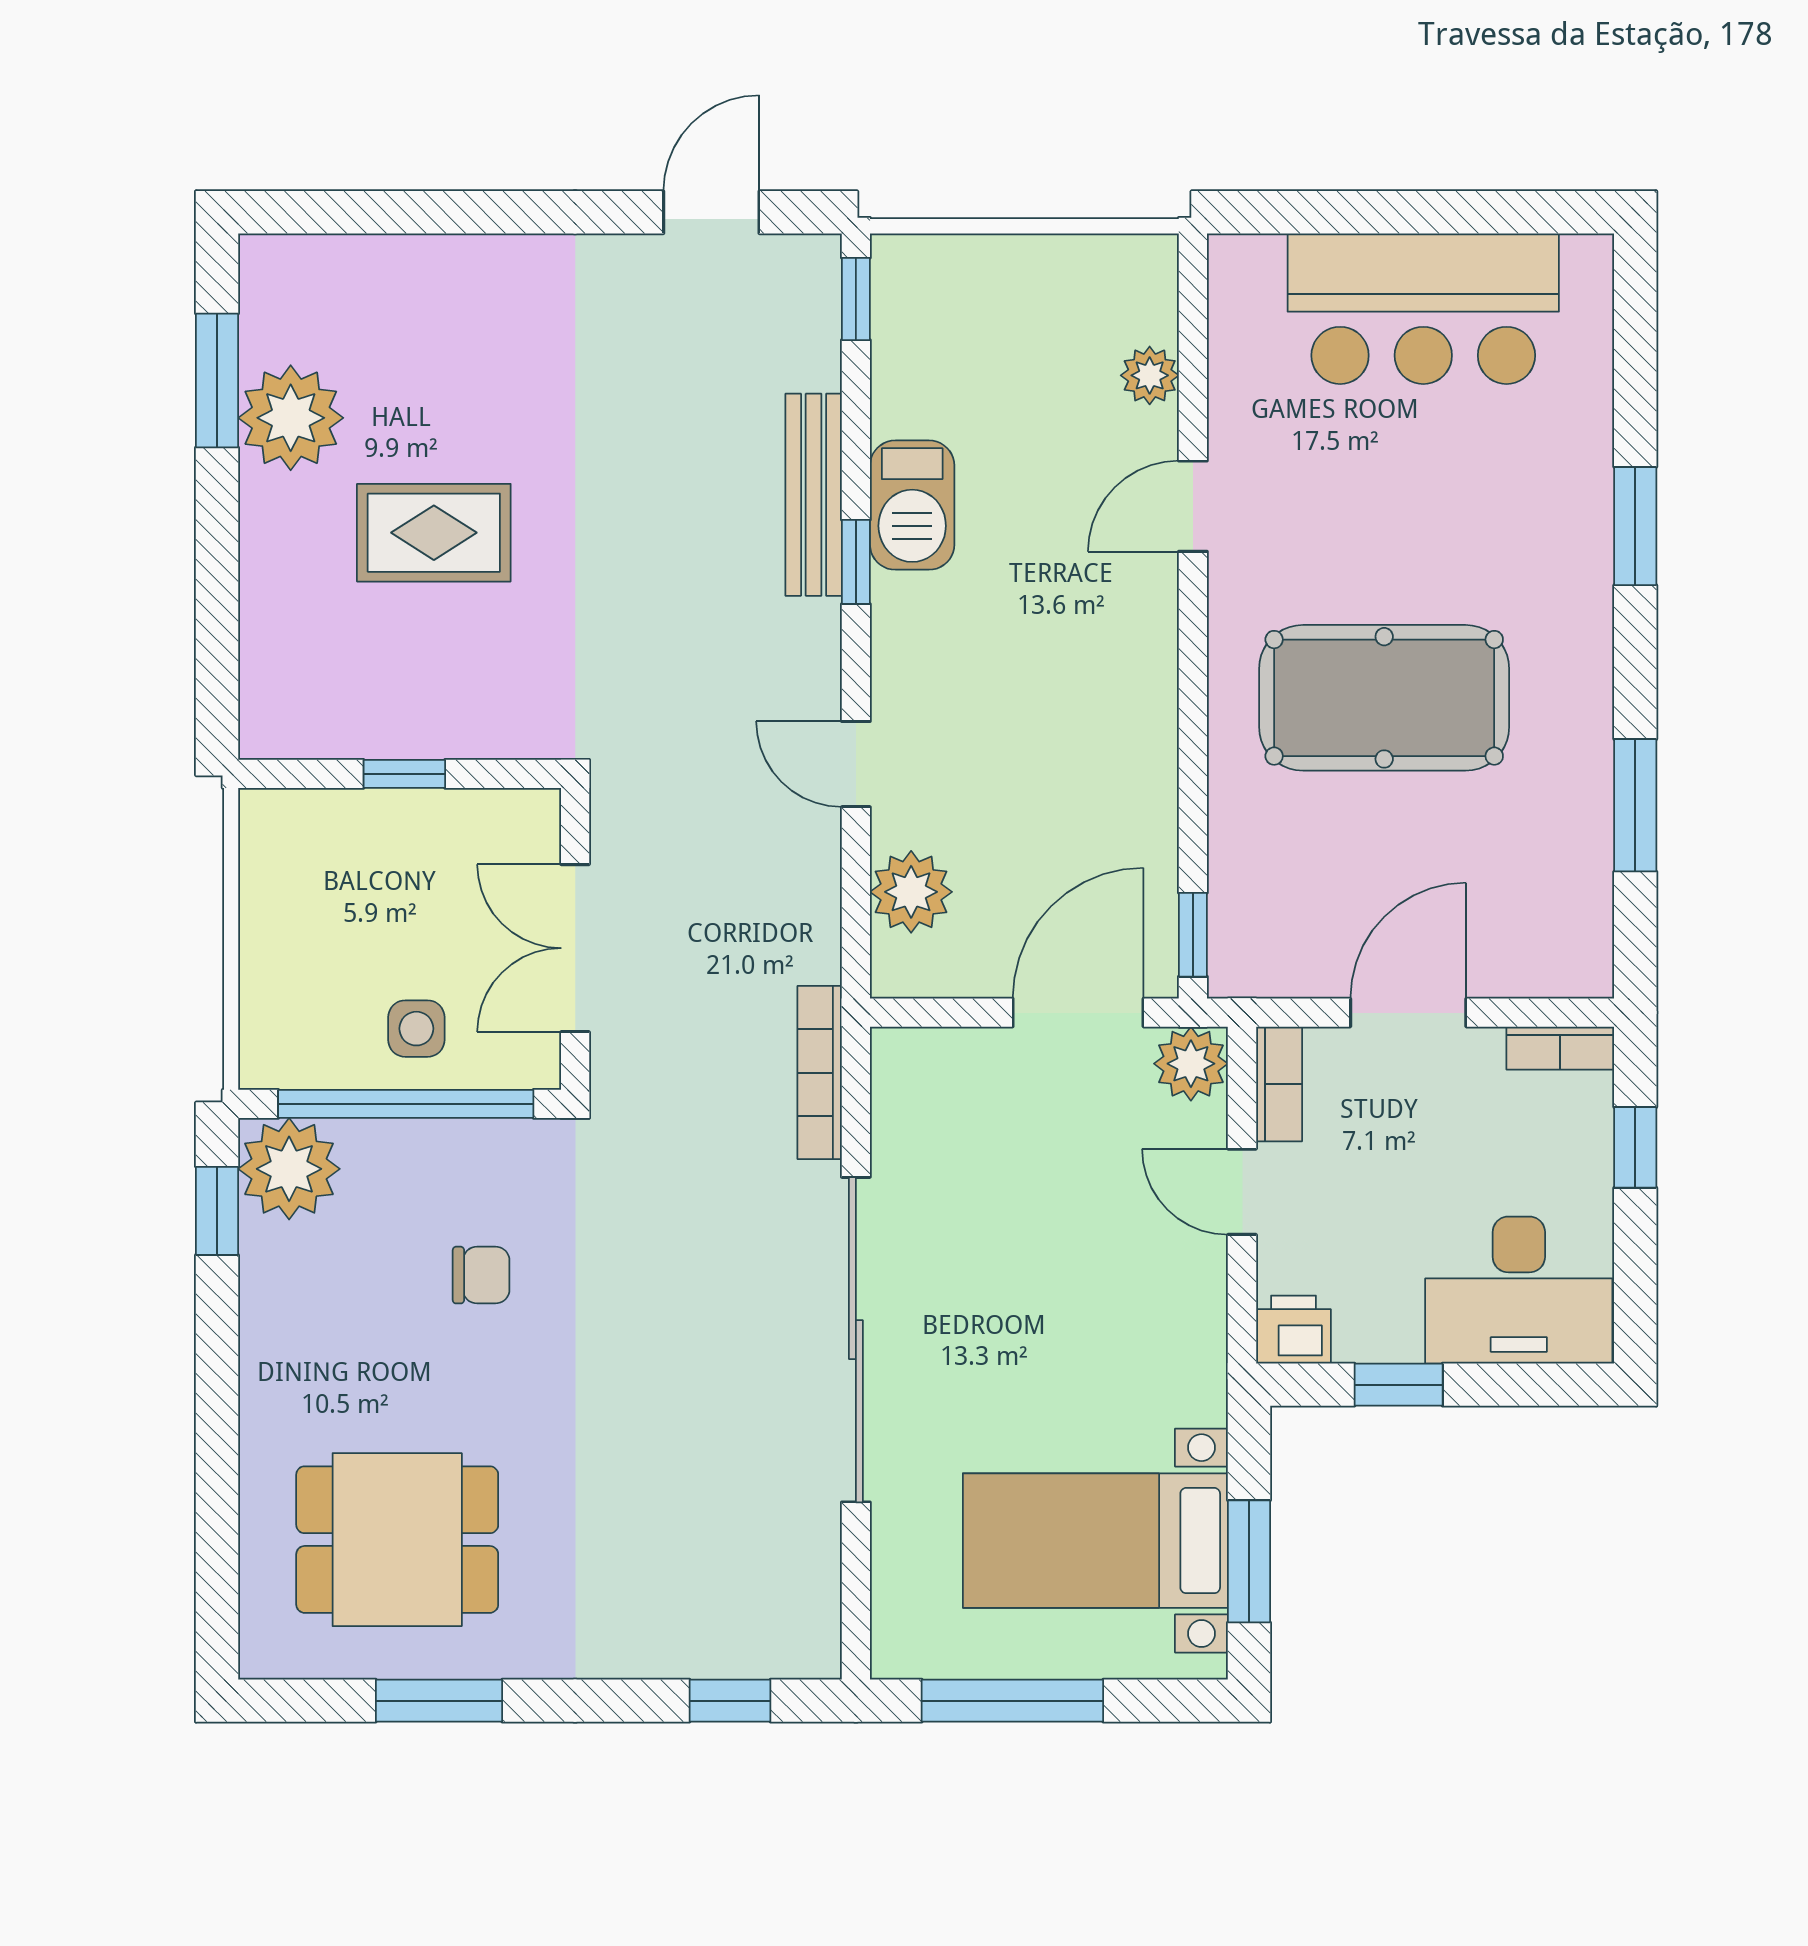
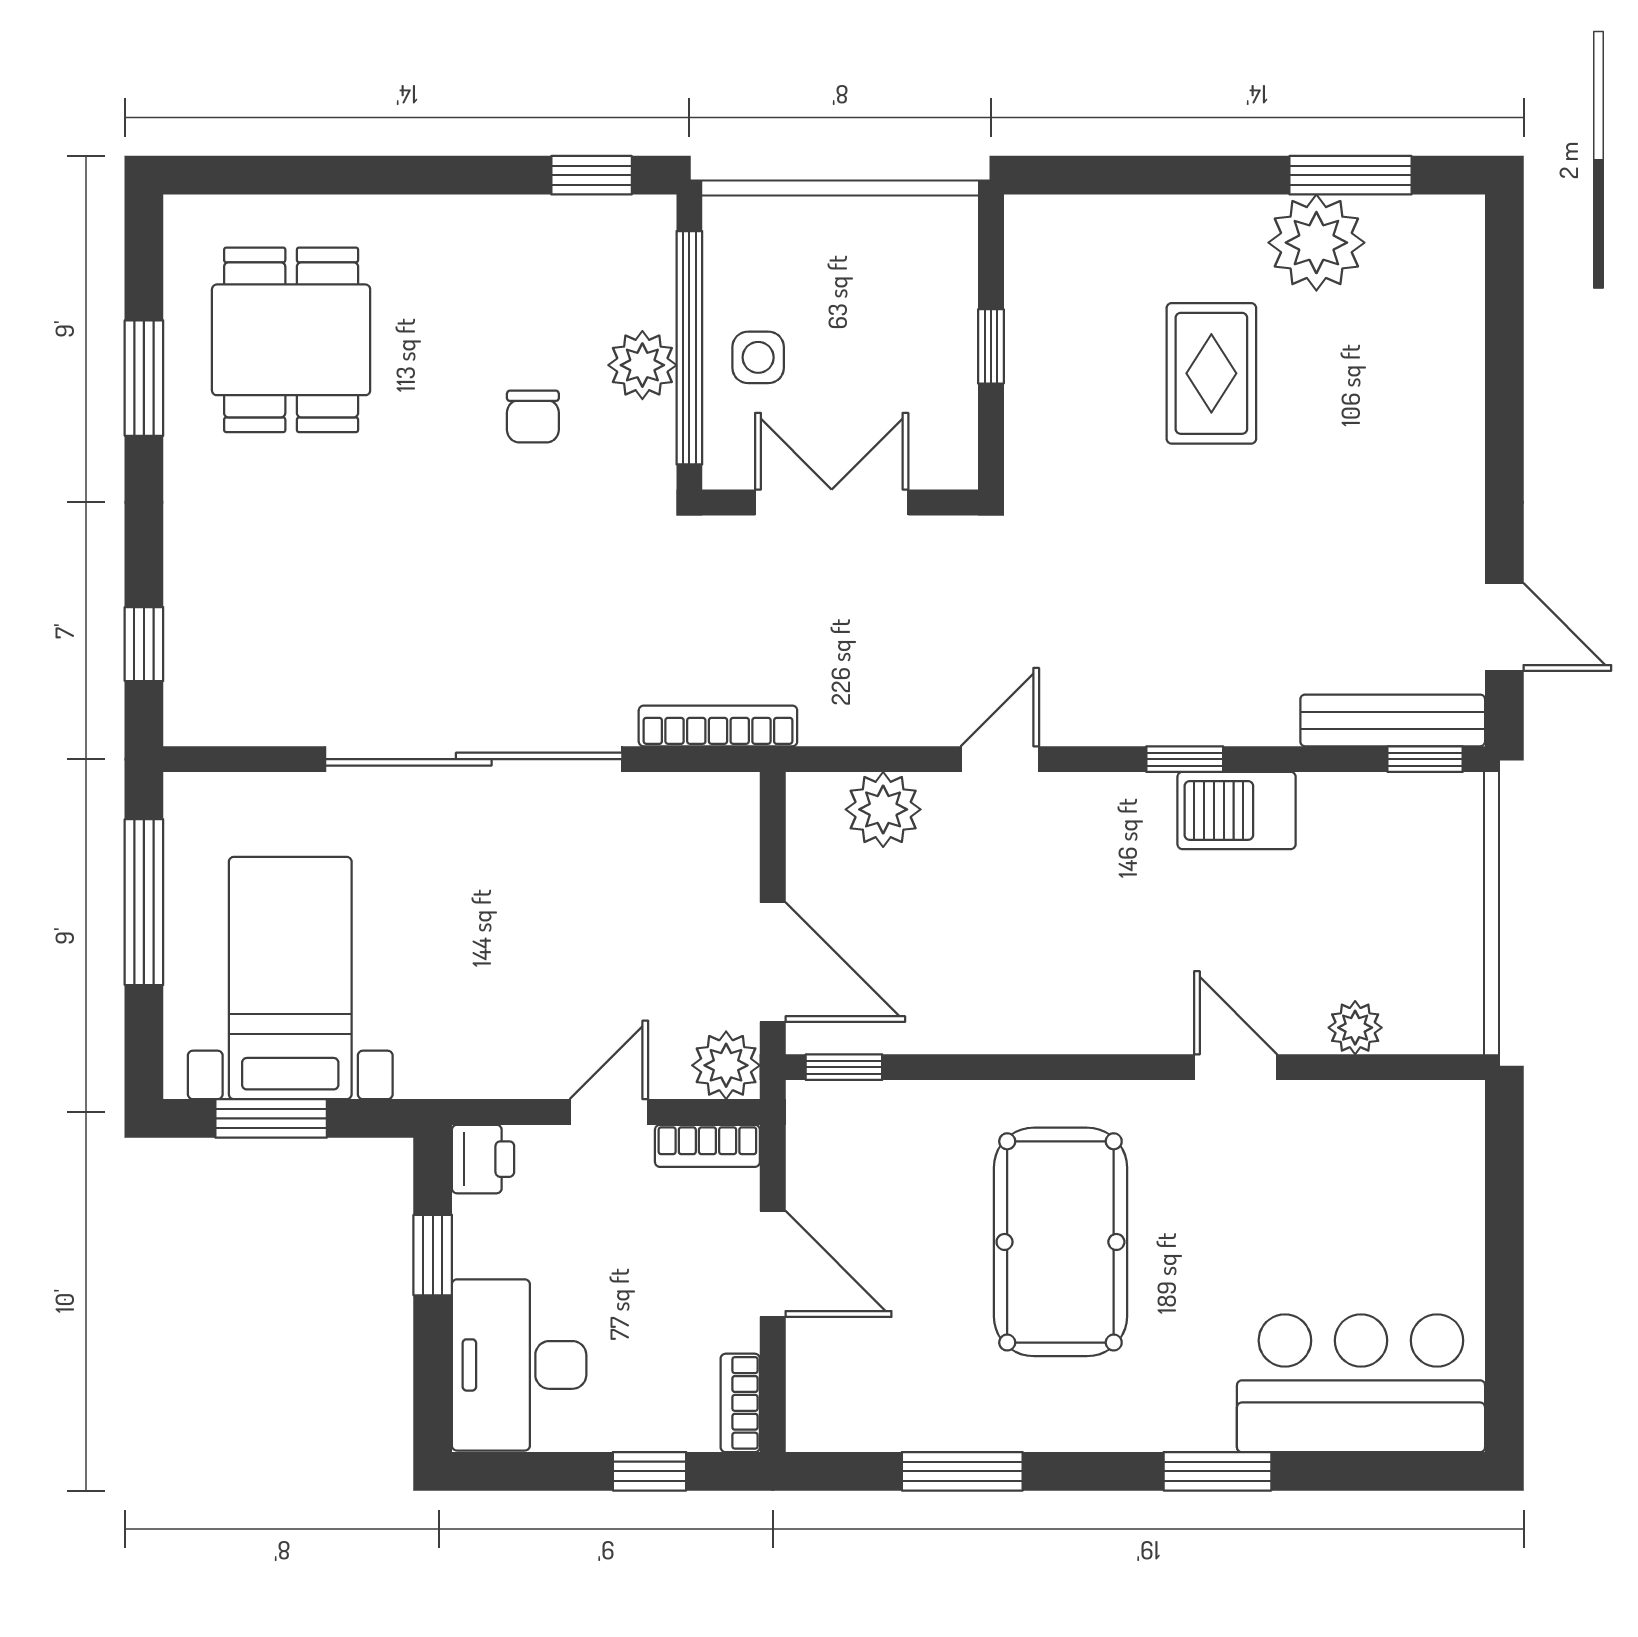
bar counter: (1423, 309) -> (1361, 1383), moved, turned 90
bench: (814, 495) -> (1393, 720), moved
plant: (289, 1169) -> (642, 365), moved, width x0.73, depth x0.73

